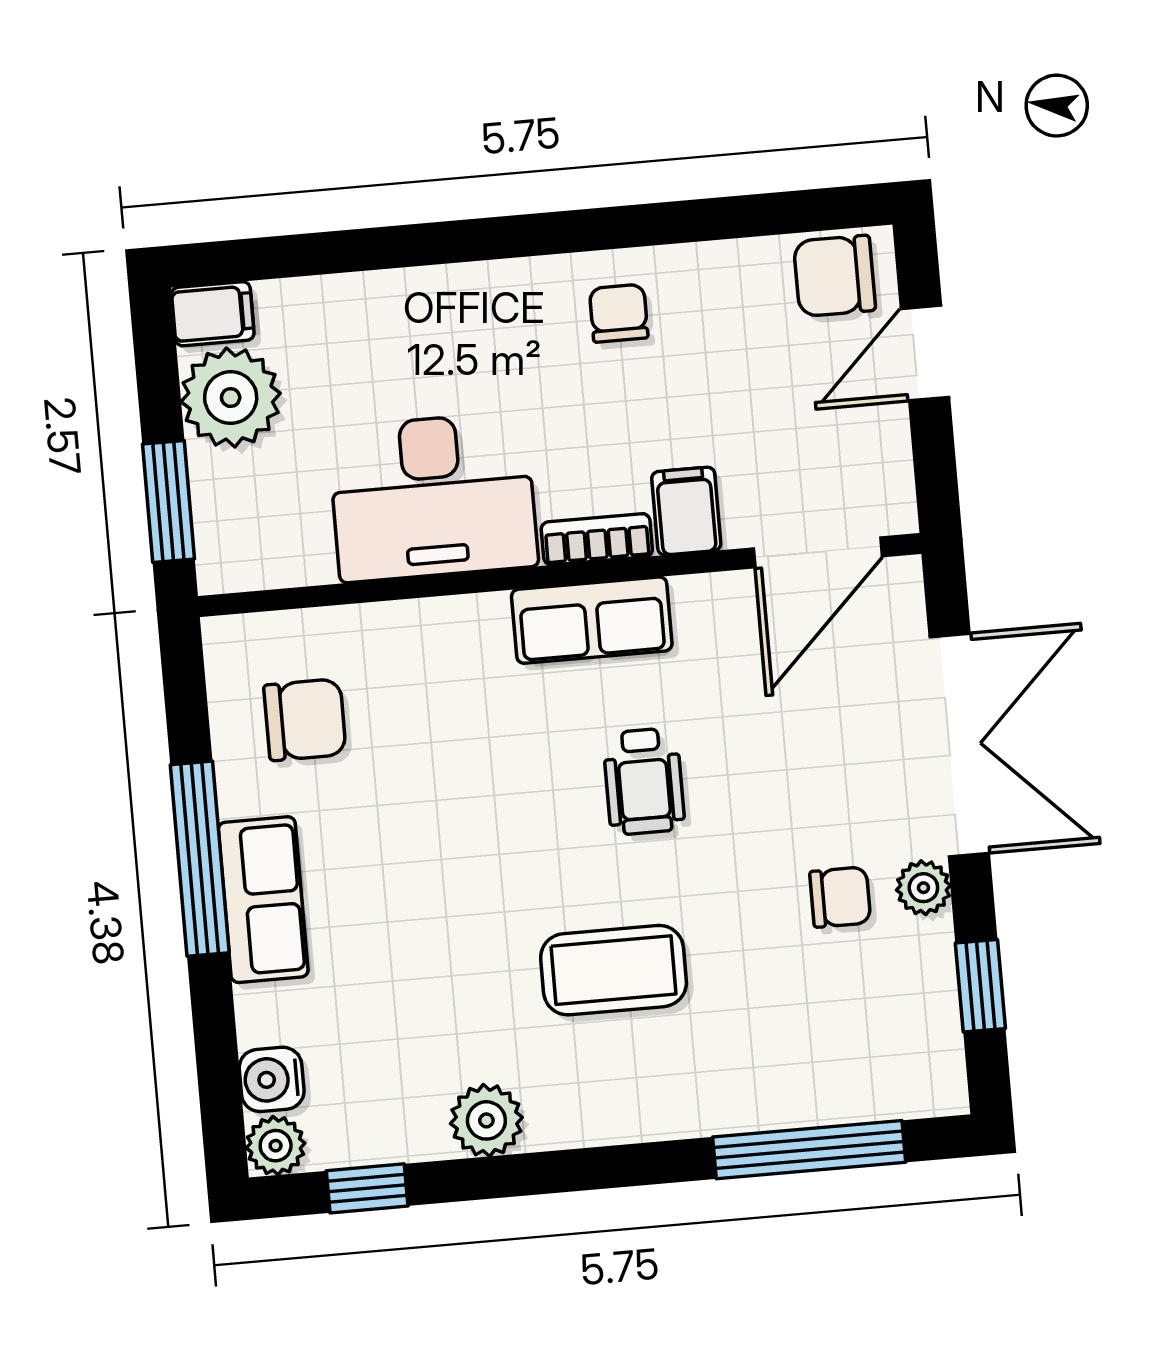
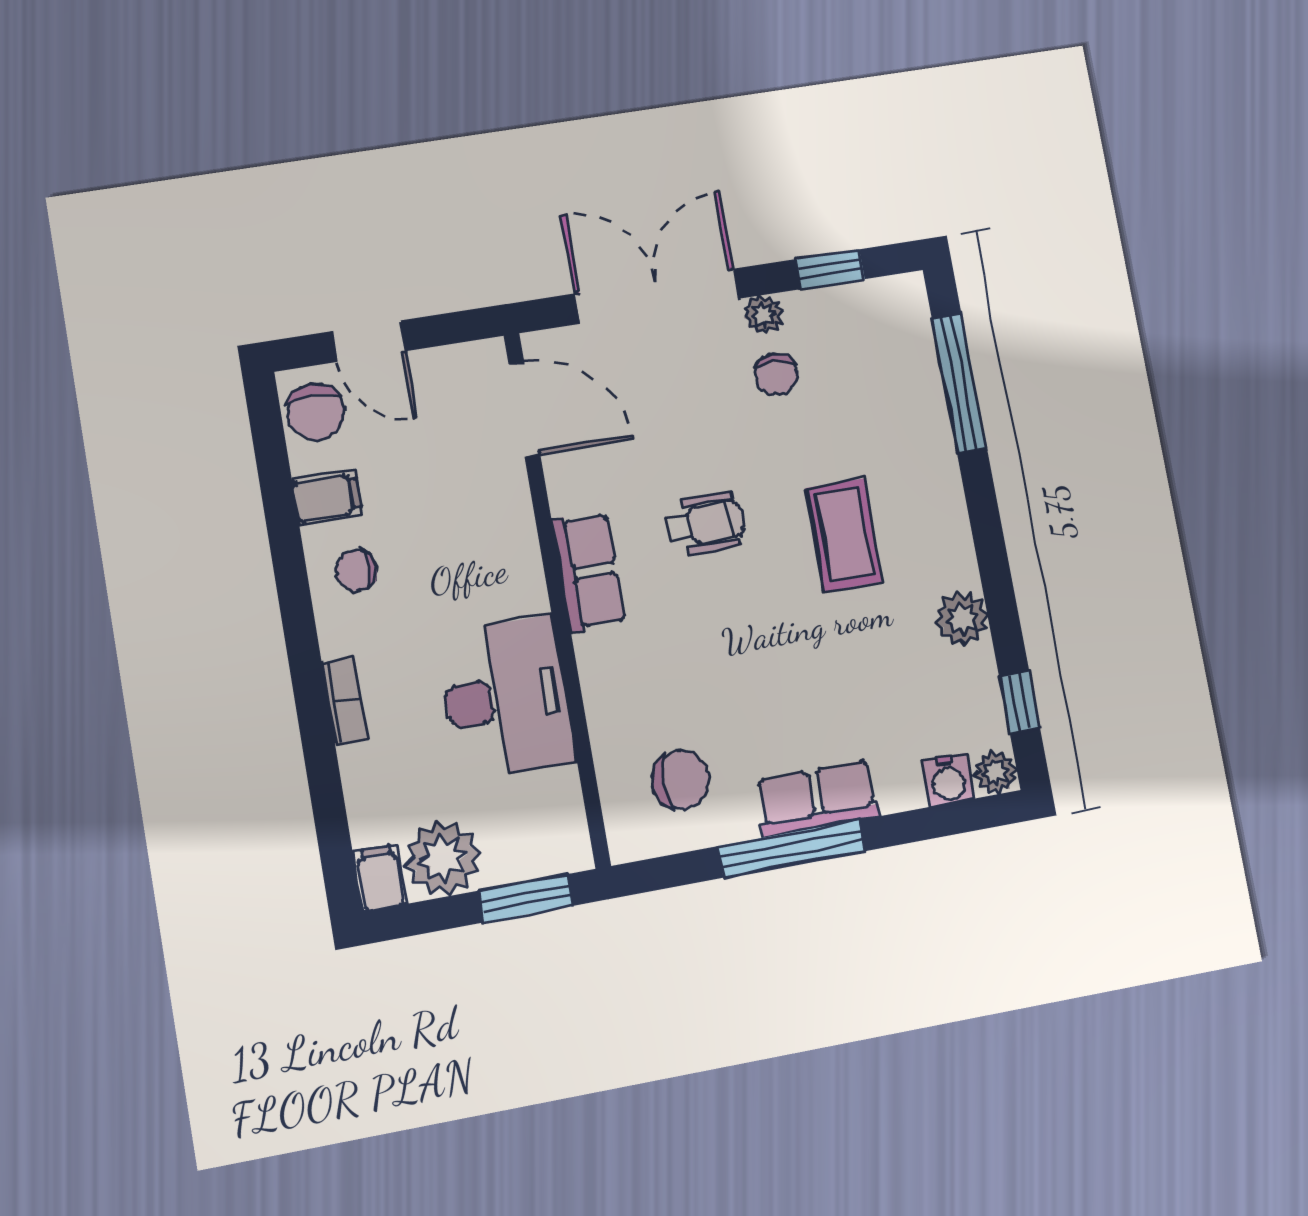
filing cabinet: (686, 511) -> (327, 497), moved, turned 180
bookcase: (597, 539) -> (345, 701), moved, turned 180
chair: (305, 720) -> (681, 779), turned 90
chair: (840, 897) -> (776, 374), turned 180

